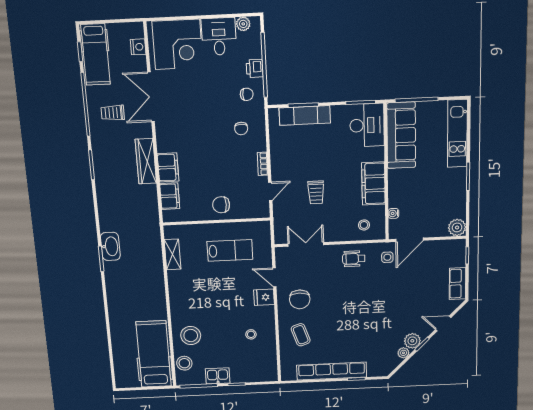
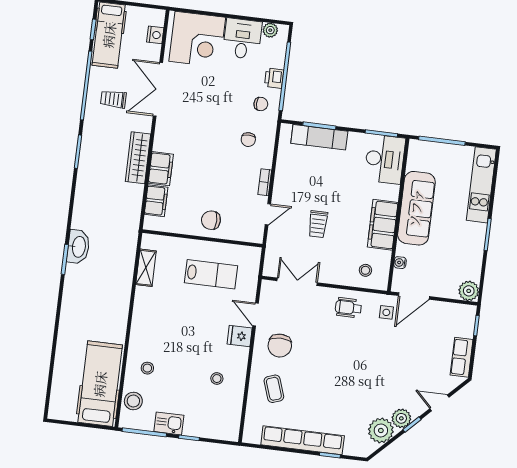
sofa: (401, 135) -> (416, 208), moved
stool: (191, 336) -> (147, 368), width x0.53, depth x0.53
plant: (403, 353) -> (381, 430), width x1.88, depth x1.88

